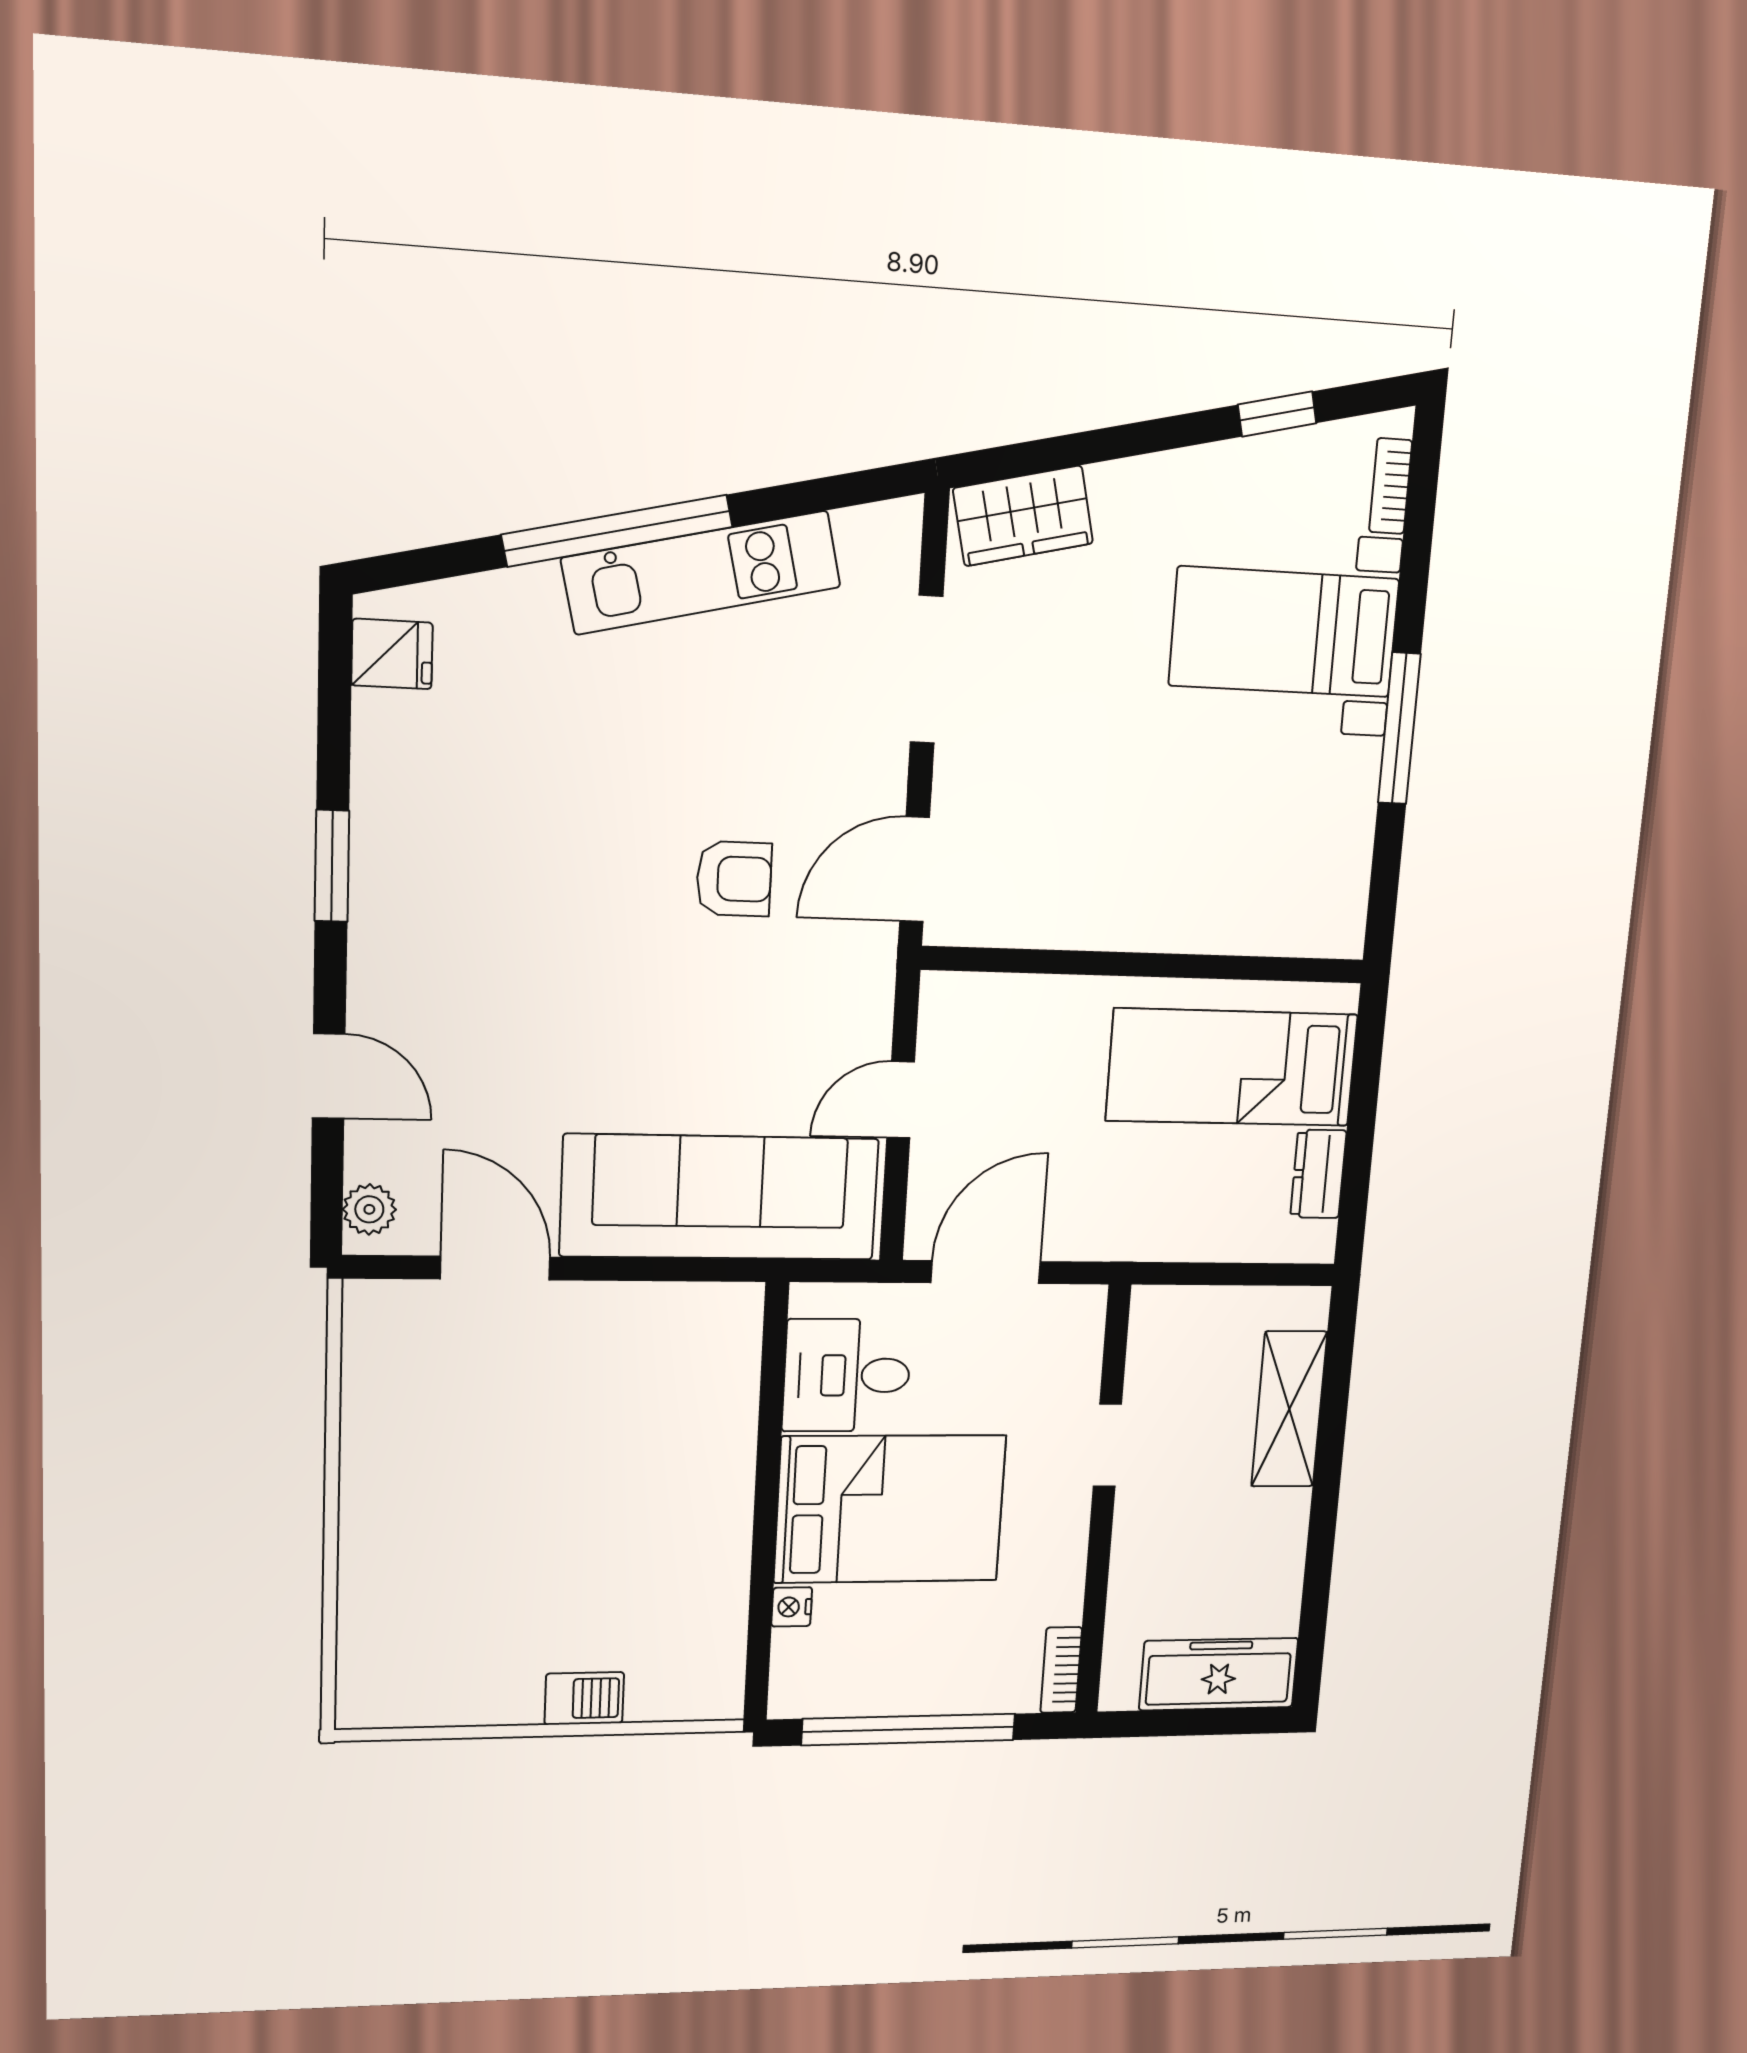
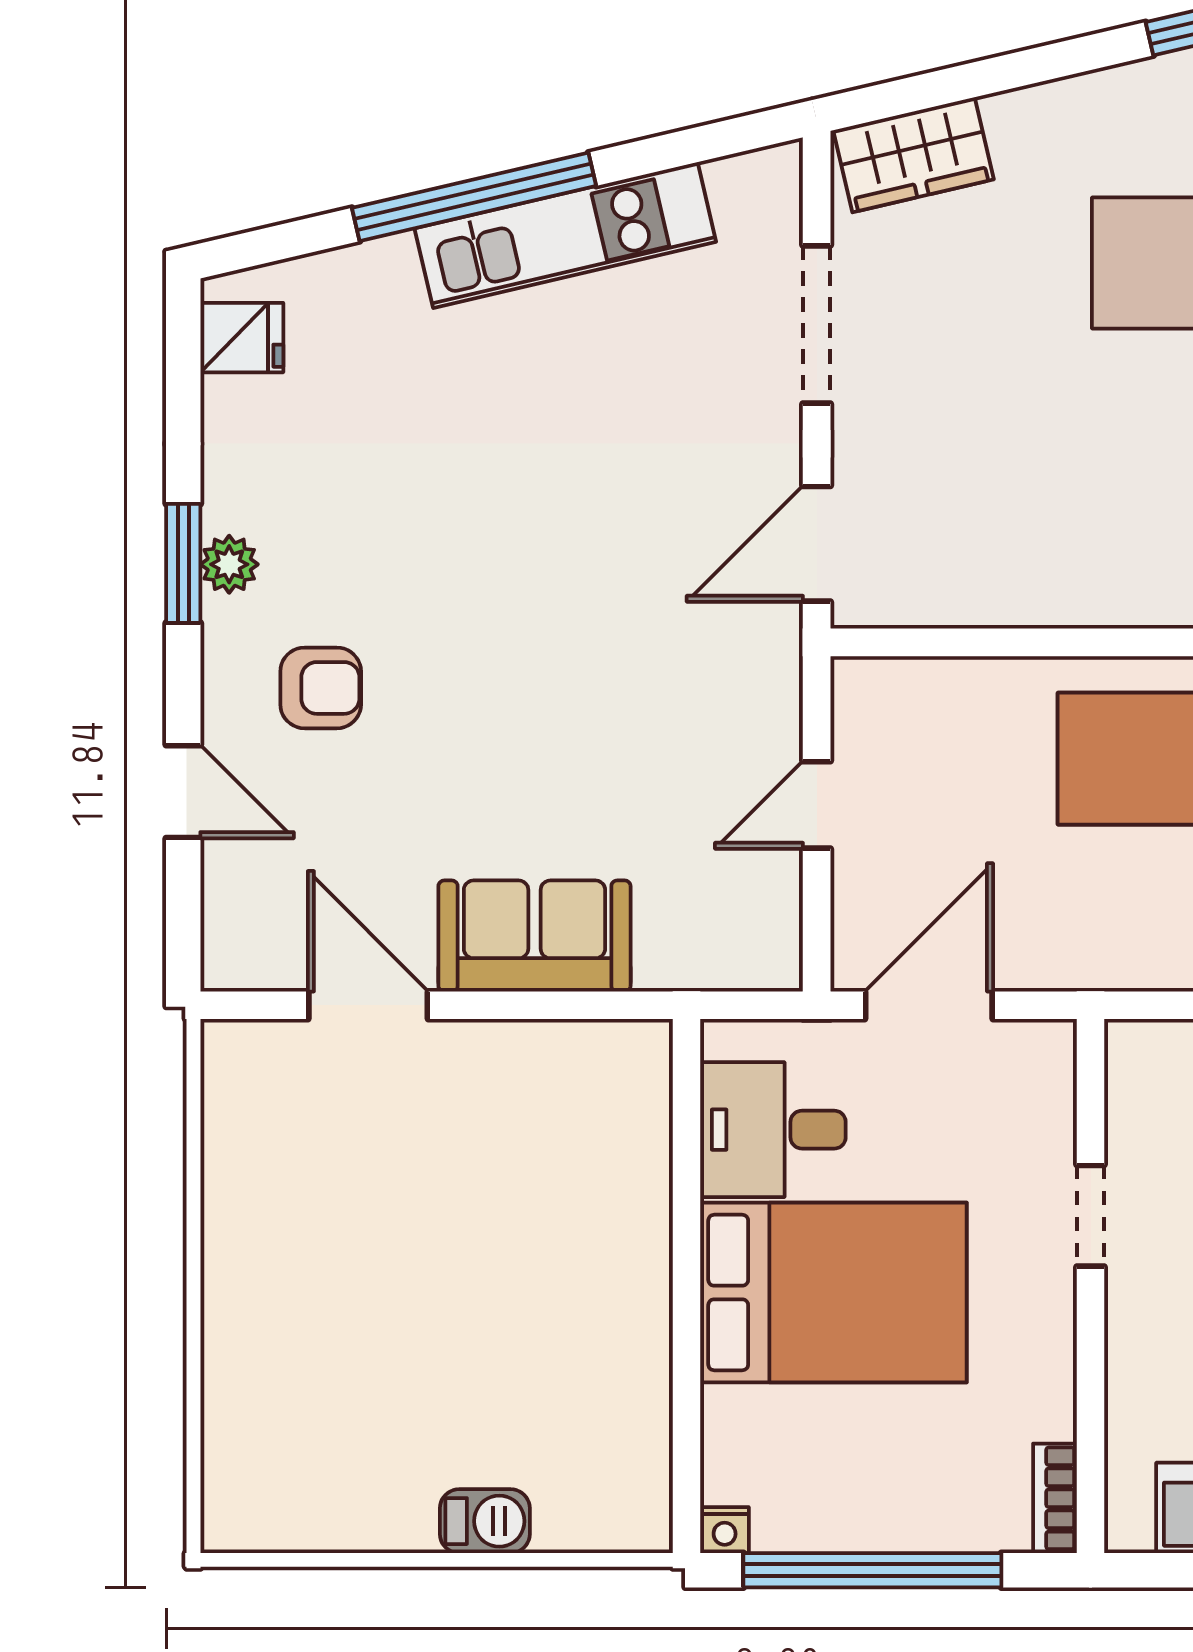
armchair: (734, 879) -> (321, 688), moved
sofa: (720, 1197) -> (534, 936), width x0.54, depth x0.79
plant: (369, 1209) -> (229, 564), moved
nightstand: (792, 1607) -> (725, 1530), moved, turned -90

